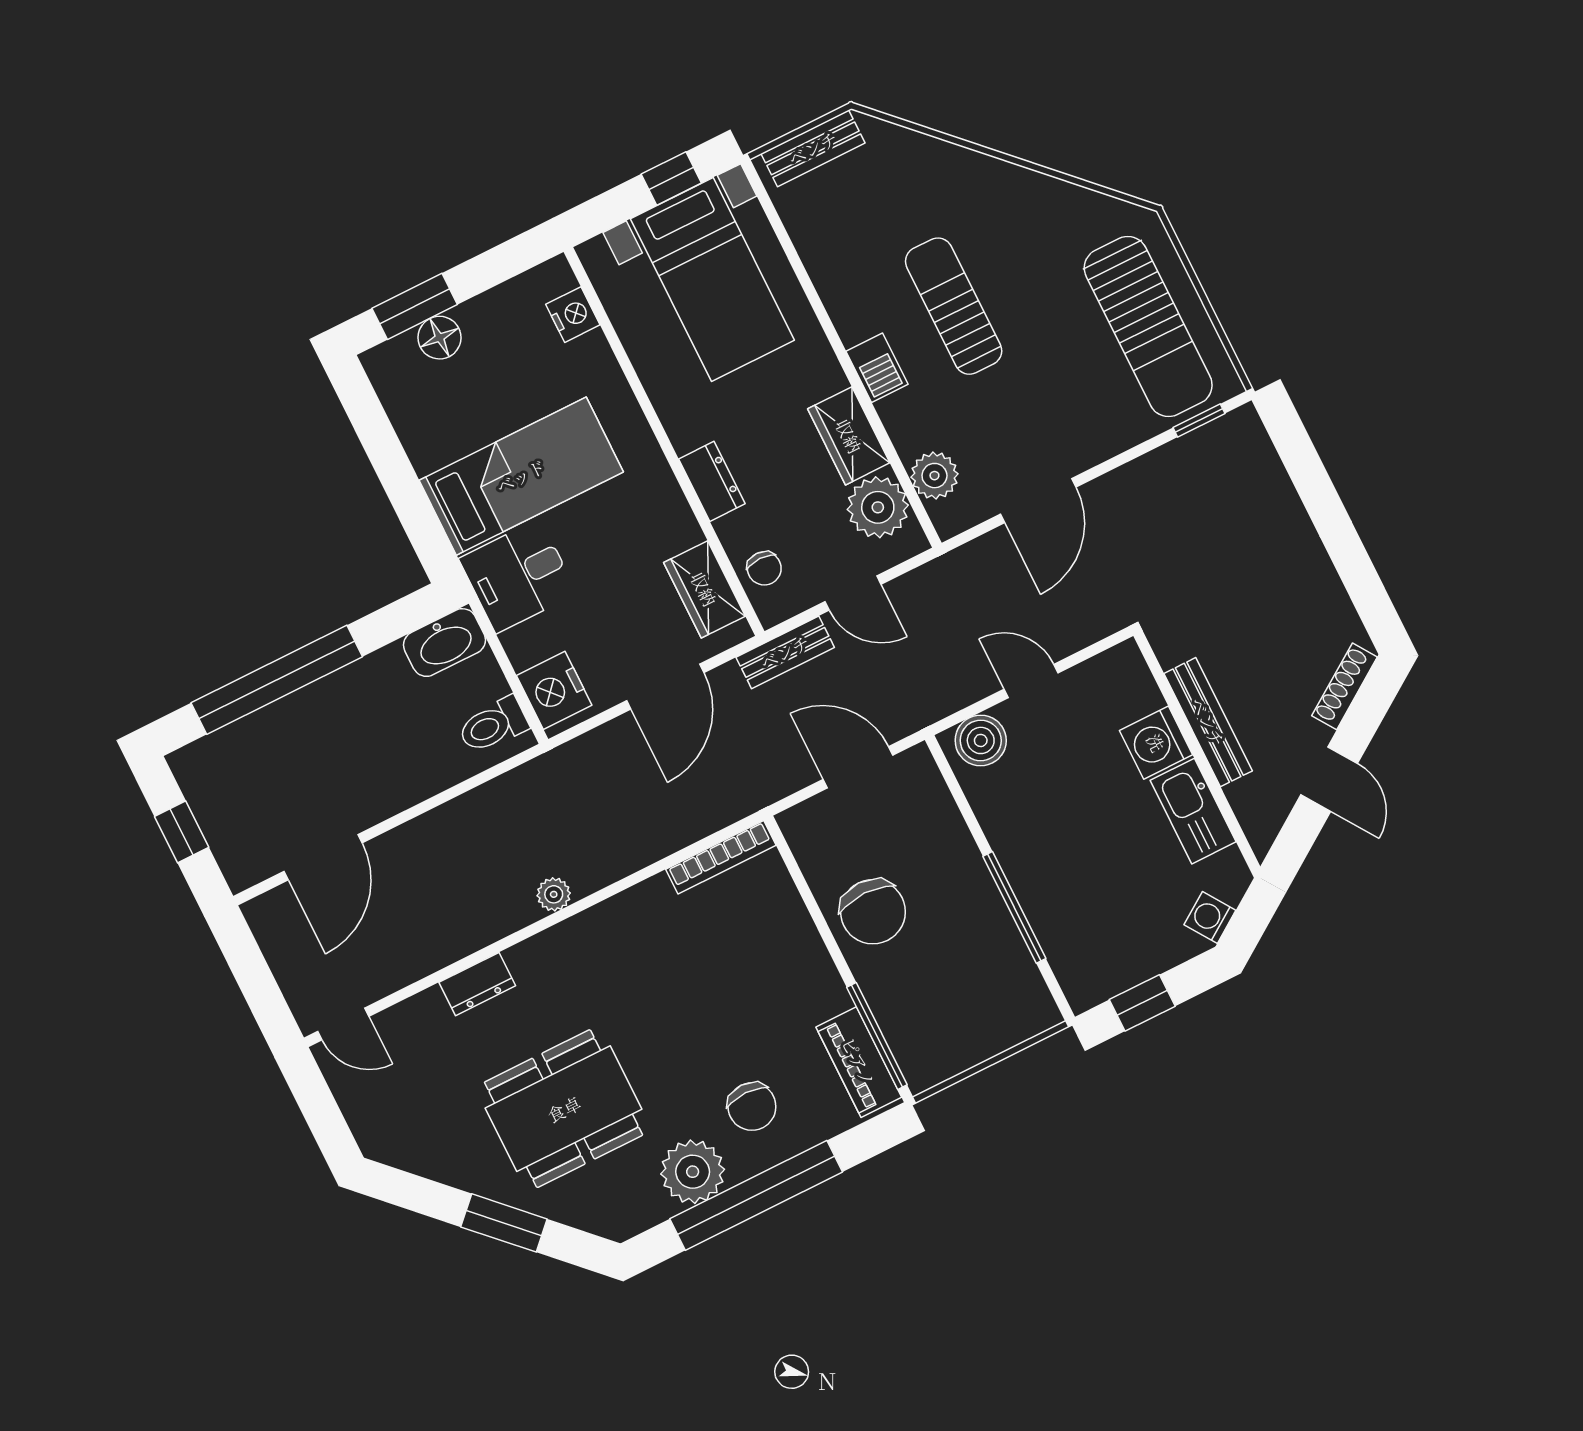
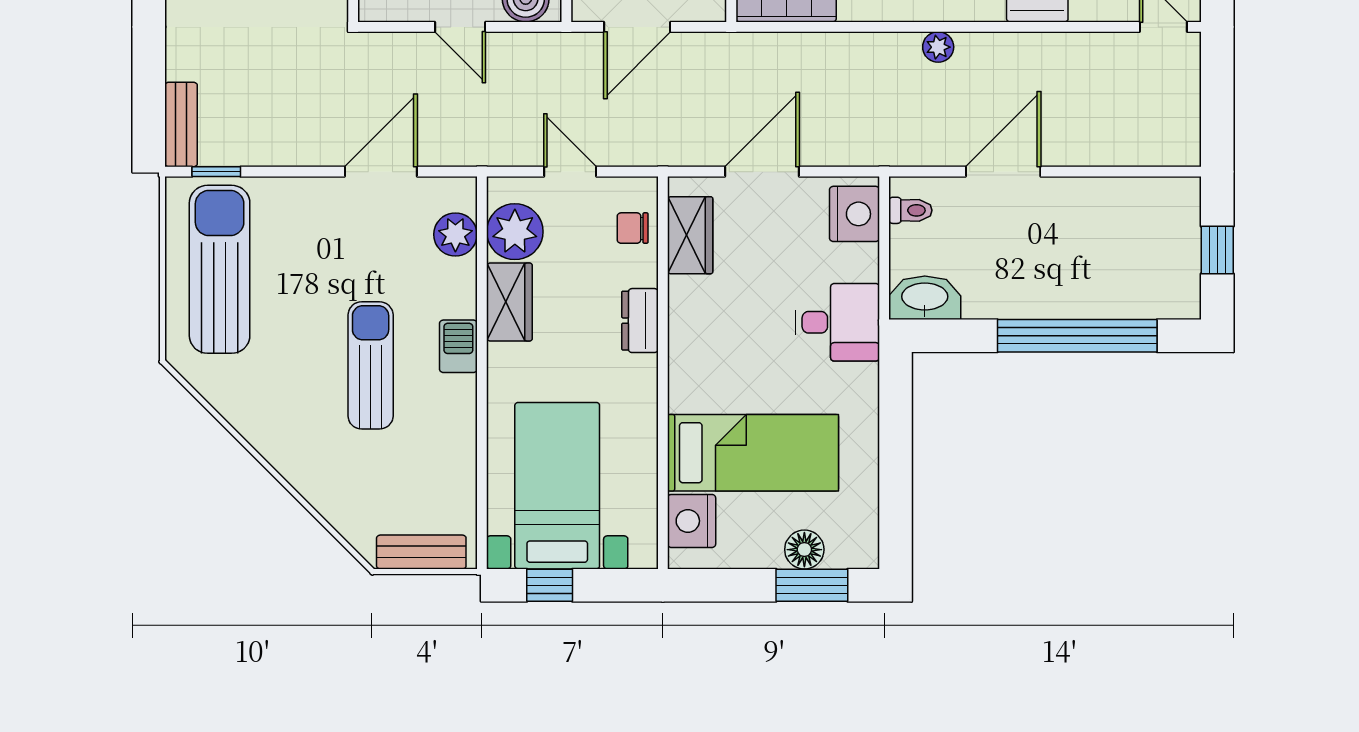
sun lounger: (954, 306) -> (371, 365), turned 180
nightstand: (573, 315) -> (692, 521), width x1.36, depth x1.33
bed: (521, 476) -> (753, 453), moved, turned 180
chair: (764, 568) -> (633, 228), turned -90
bench: (785, 652) -> (181, 125), moved, turned 90
toilet: (493, 725) -> (910, 210), width x0.73, depth x0.72
door: (858, 767) -> (637, 27), hinge flipped
door: (323, 857) -> (1003, 172), moved

